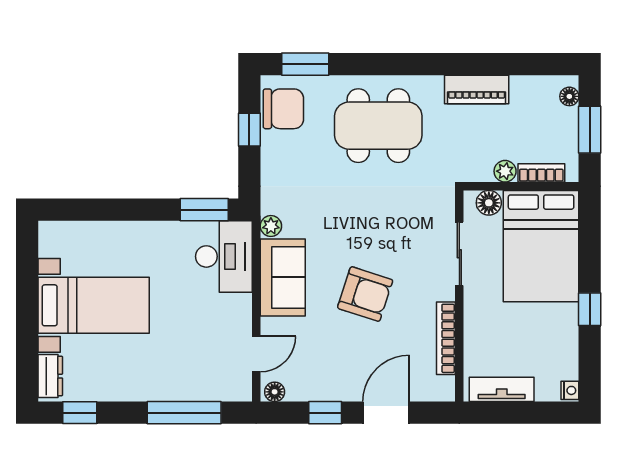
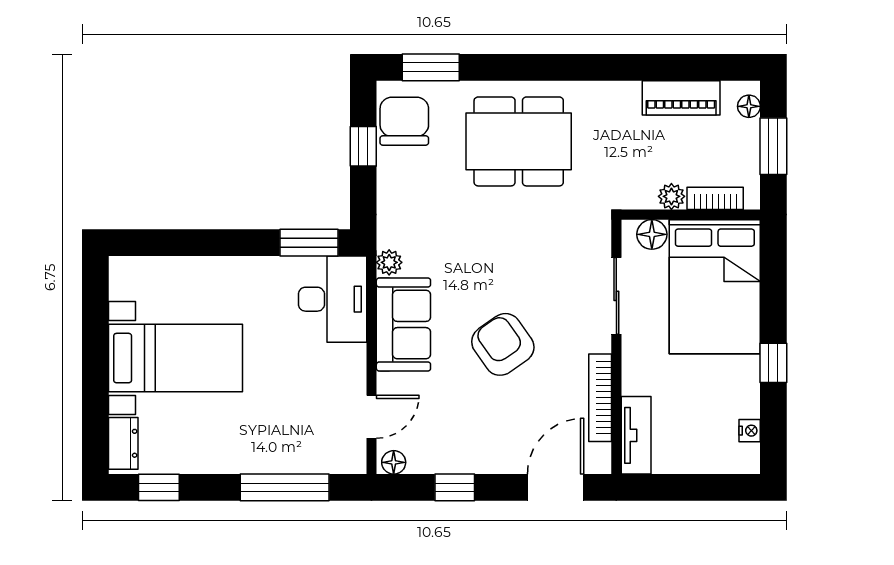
piano: (477, 89) -> (681, 98), moved
chair: (283, 109) -> (404, 121), turned -90
armchair: (365, 294) -> (503, 344), turned -143
tv unit: (502, 389) -> (636, 435), moved, turned 90
nightstand: (570, 390) -> (750, 431), moved
door: (386, 413) -> (556, 487), moved

